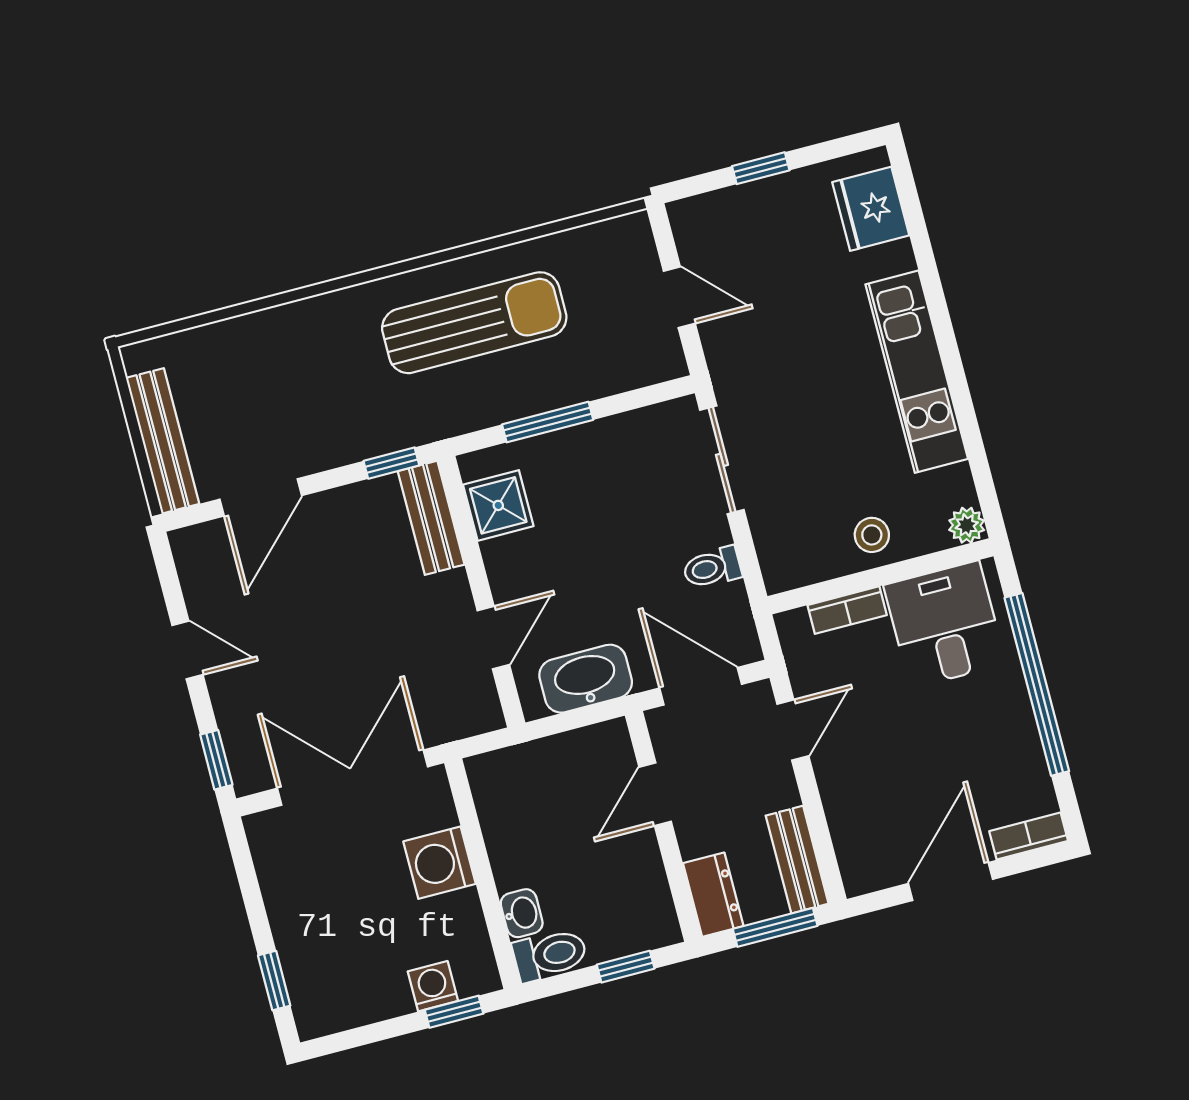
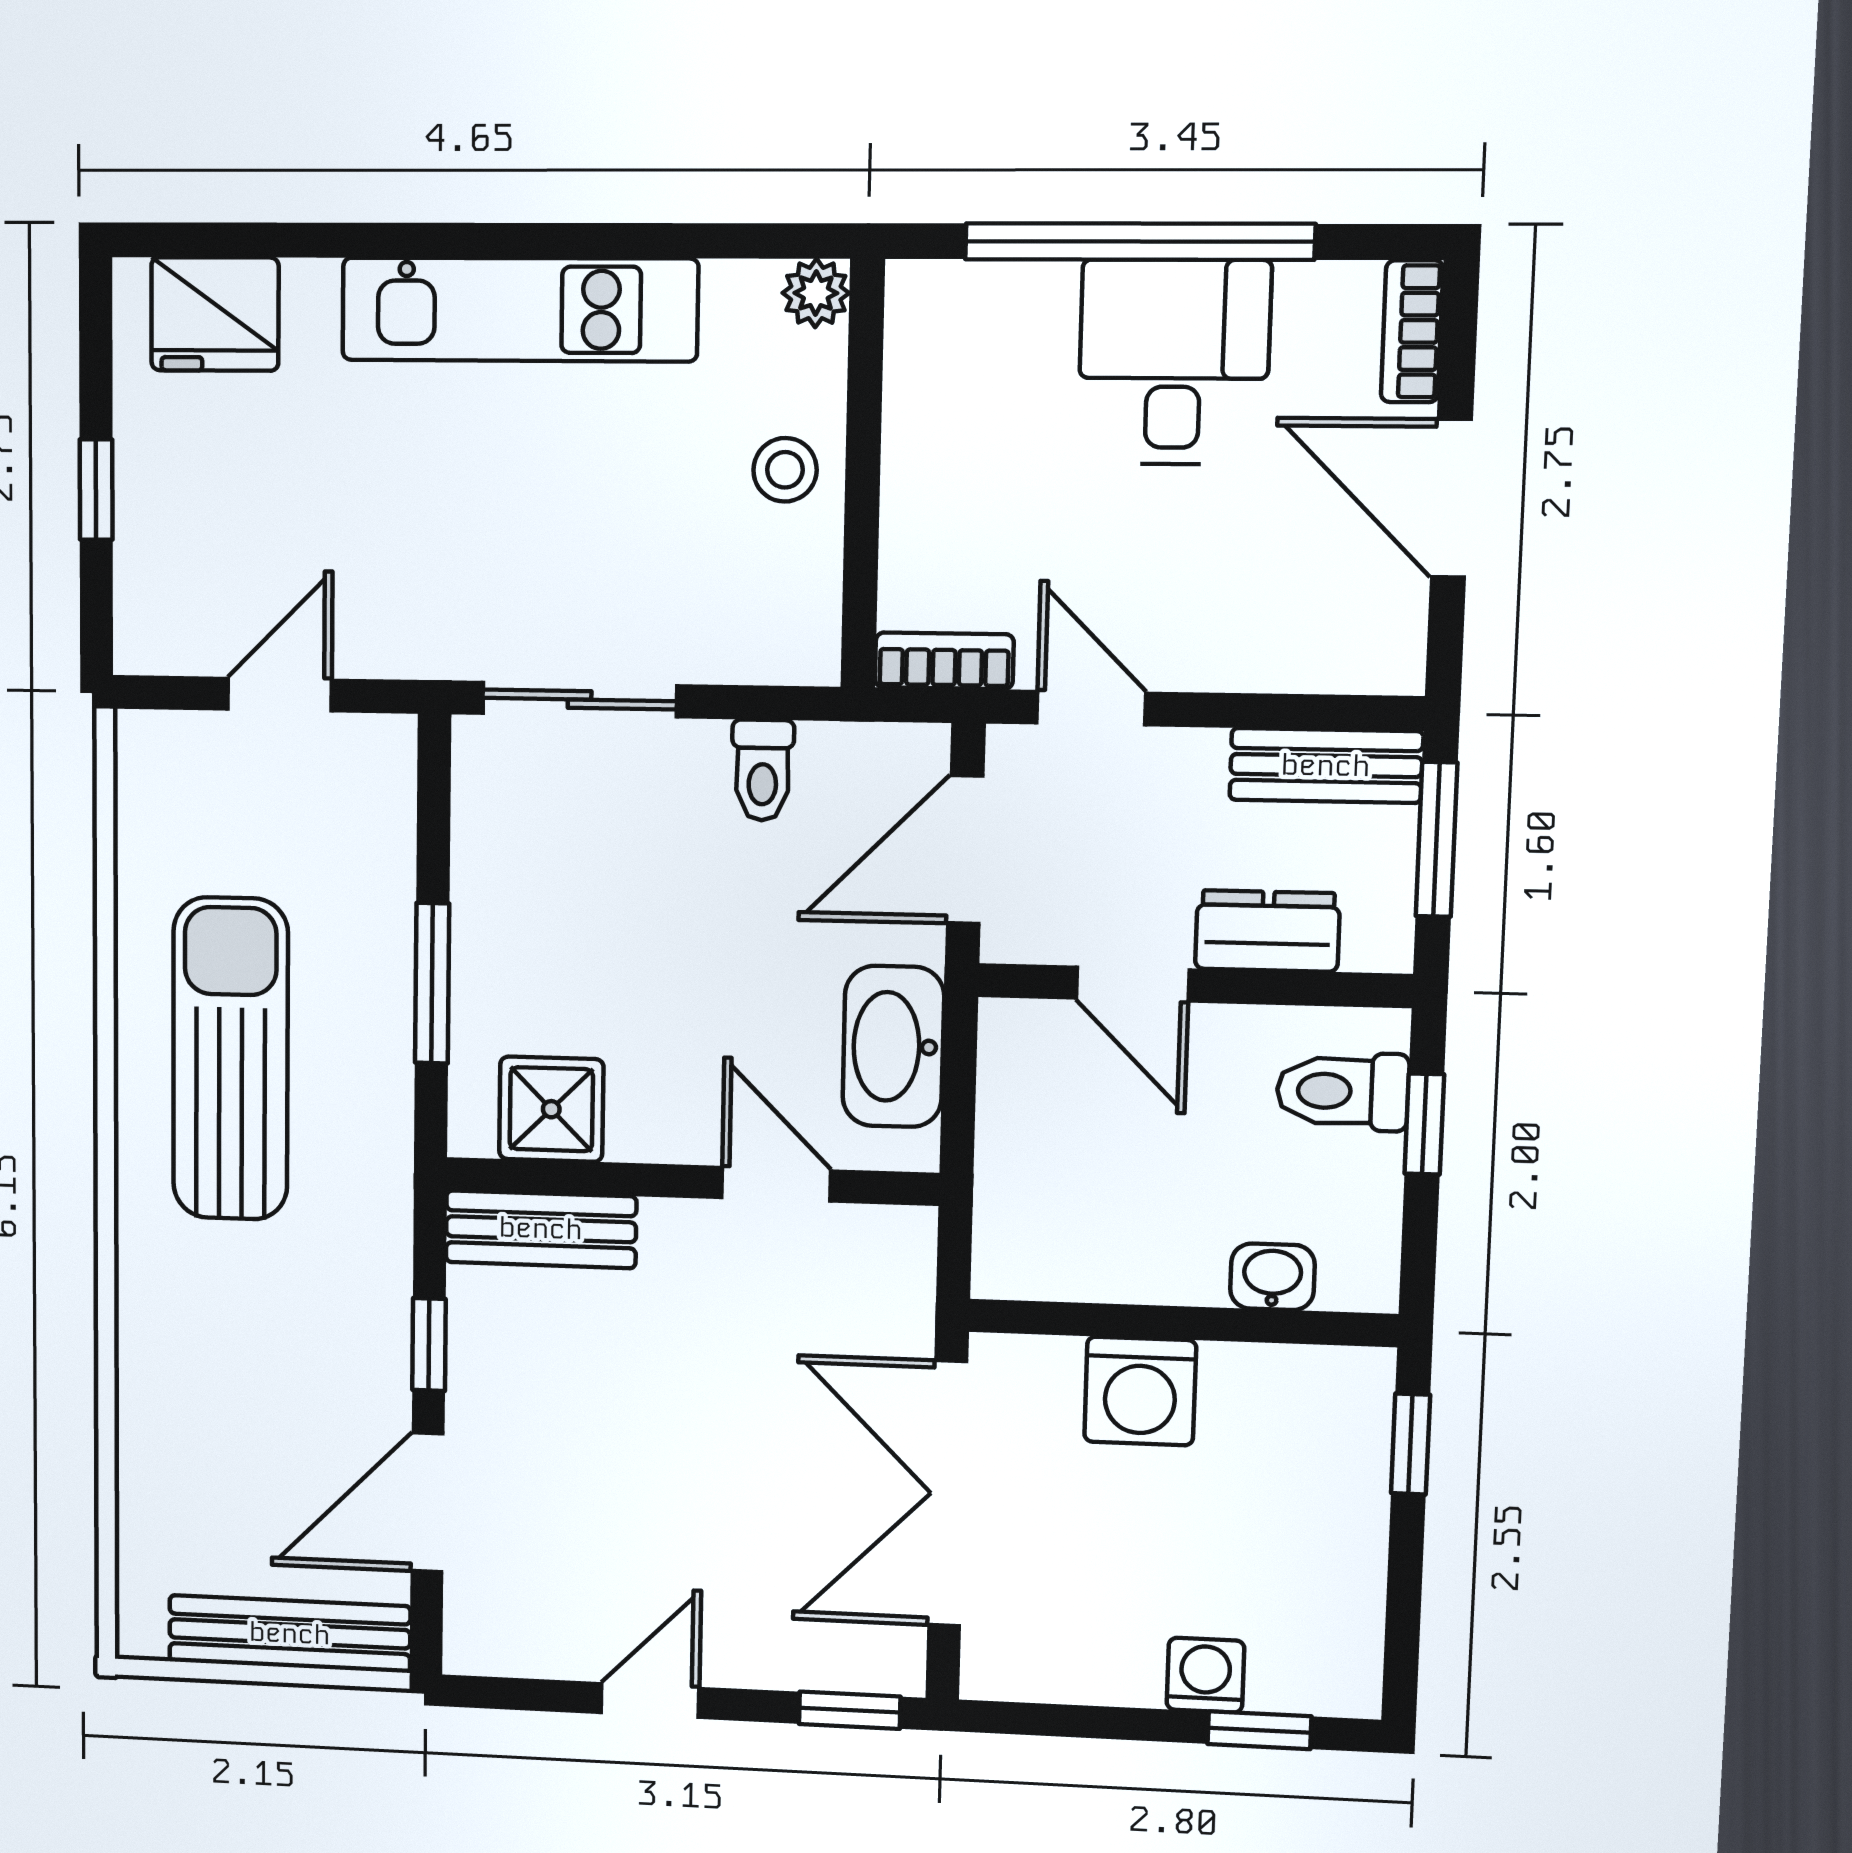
window: (391, 463) -> (429, 1345), moved
door: (261, 497) -> (428, 1503), swing flipped
bookcase: (847, 610) -> (944, 661), moved, turned -90
desk: (945, 625) -> (1174, 362), moved, turned 90
dresser: (713, 895) -> (1267, 931), moved
toilet: (550, 955) -> (1343, 1091), moved, turned -90
washing machine: (433, 986) -> (1205, 1675), moved, turned 90

